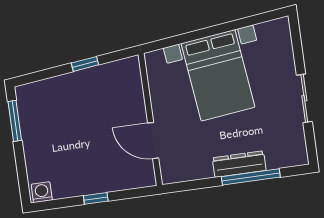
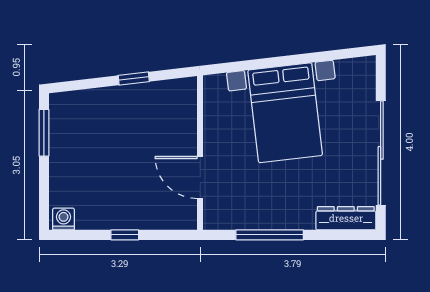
sliding door: (304, 98) -> (381, 153), width x1.86
dresser: (239, 164) -> (346, 218), moved
window: (251, 177) -> (270, 235), moved

